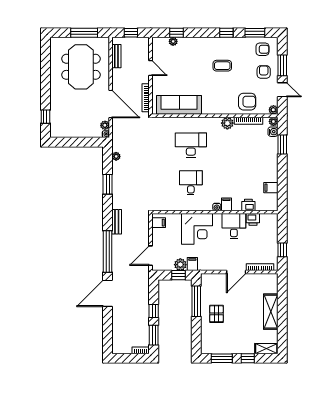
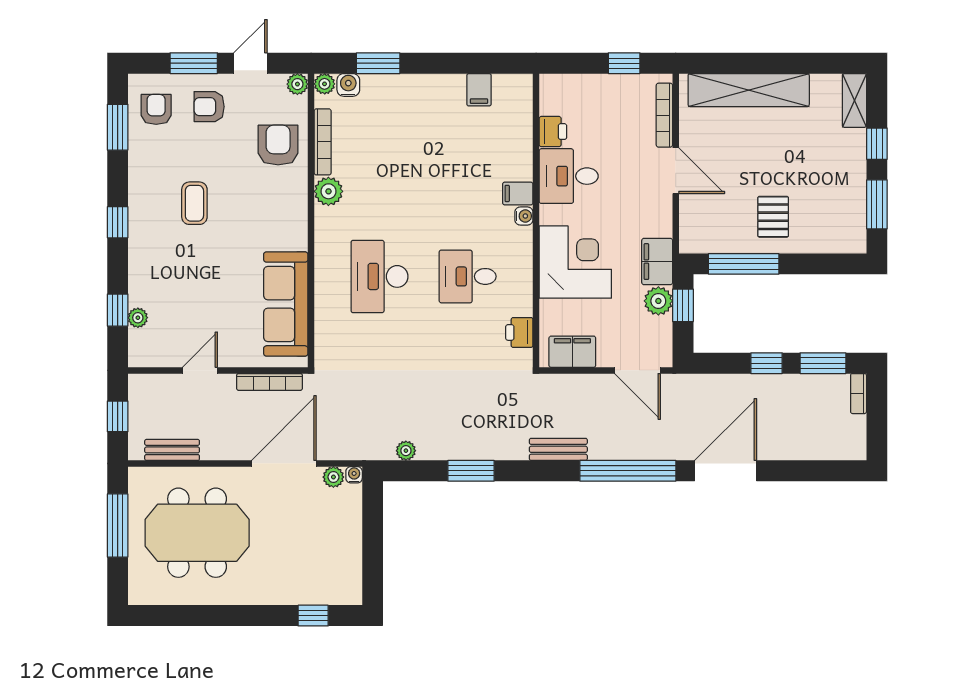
window: (226, 33) -> (118, 222), moved
printer: (248, 205) -> (519, 332), moved
filing cabinet: (159, 223) -> (572, 352), width x2.00
filing cabinet: (192, 264) -> (657, 262), width x2.00
door: (108, 293) -> (726, 471), swing flipped
shelving: (271, 312) -> (749, 90), width x1.47
pallet: (216, 314) -> (773, 217), turned 90

